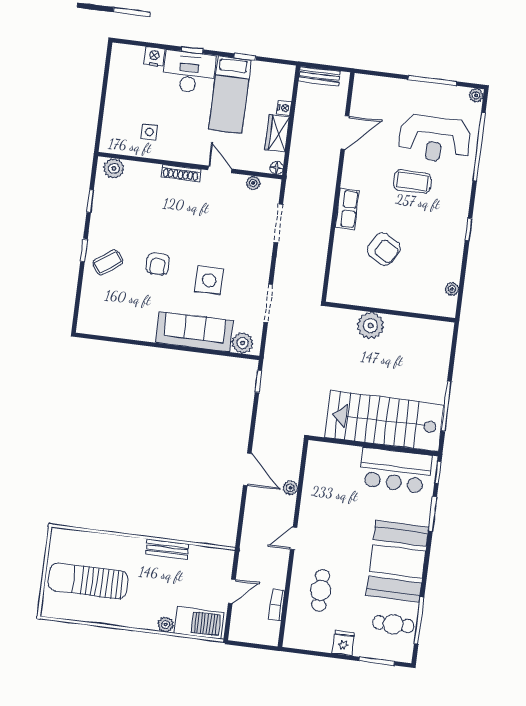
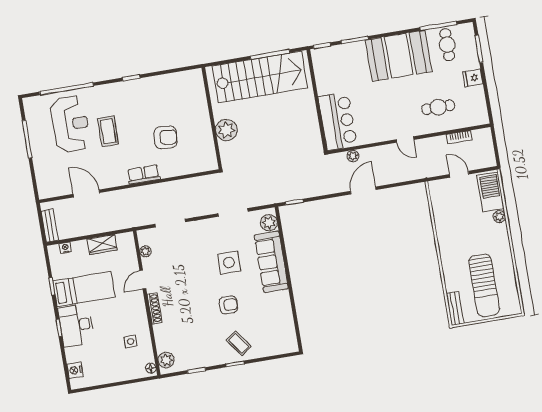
nightstand: (154, 57) -> (75, 370), moved
plant: (476, 95) -> (28, 103), removed
nightstand: (284, 108) -> (65, 248), moved
floor lamp: (277, 168) -> (151, 368), moved
armchair: (384, 249) -> (166, 137), turned 65
plant: (452, 289) -> (180, 77), removed
stairs: (384, 421) -> (260, 77), moved, turned -90
bar counter: (395, 470) -> (338, 121), moved
plant: (290, 488) -> (353, 156), moved
bench: (167, 549) -> (455, 308), moved

